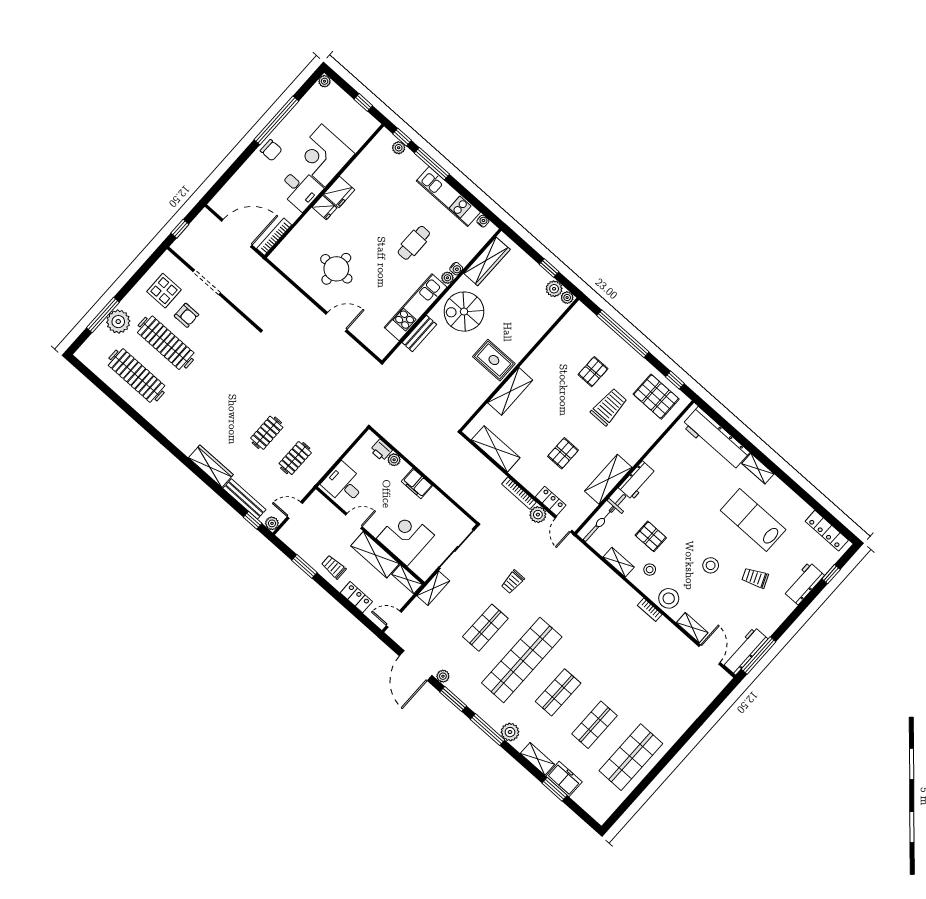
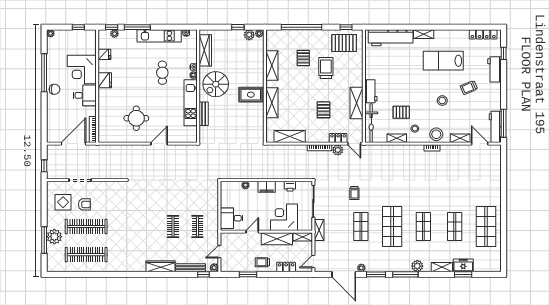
fridge: (324, 208) -> (104, 54), moved
shelving: (549, 348) -> (272, 65), added
printer: (381, 450) -> (290, 186), moved
shop shelf: (522, 660) -> (392, 226), width x0.71

